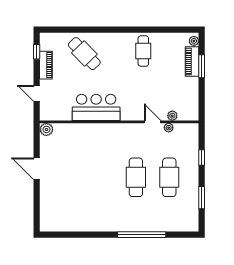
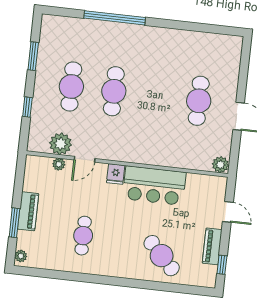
cafe table: (143, 51) -> (83, 236), moved
piano: (192, 62) -> (28, 211), moved
fridge: (127, 113) -> (116, 174), added
door: (153, 122) -> (85, 159), hinge flipped
plant: (169, 128) -> (61, 144), width x1.88, depth x1.88
cafe table: (69, 177) -> (199, 101), added

